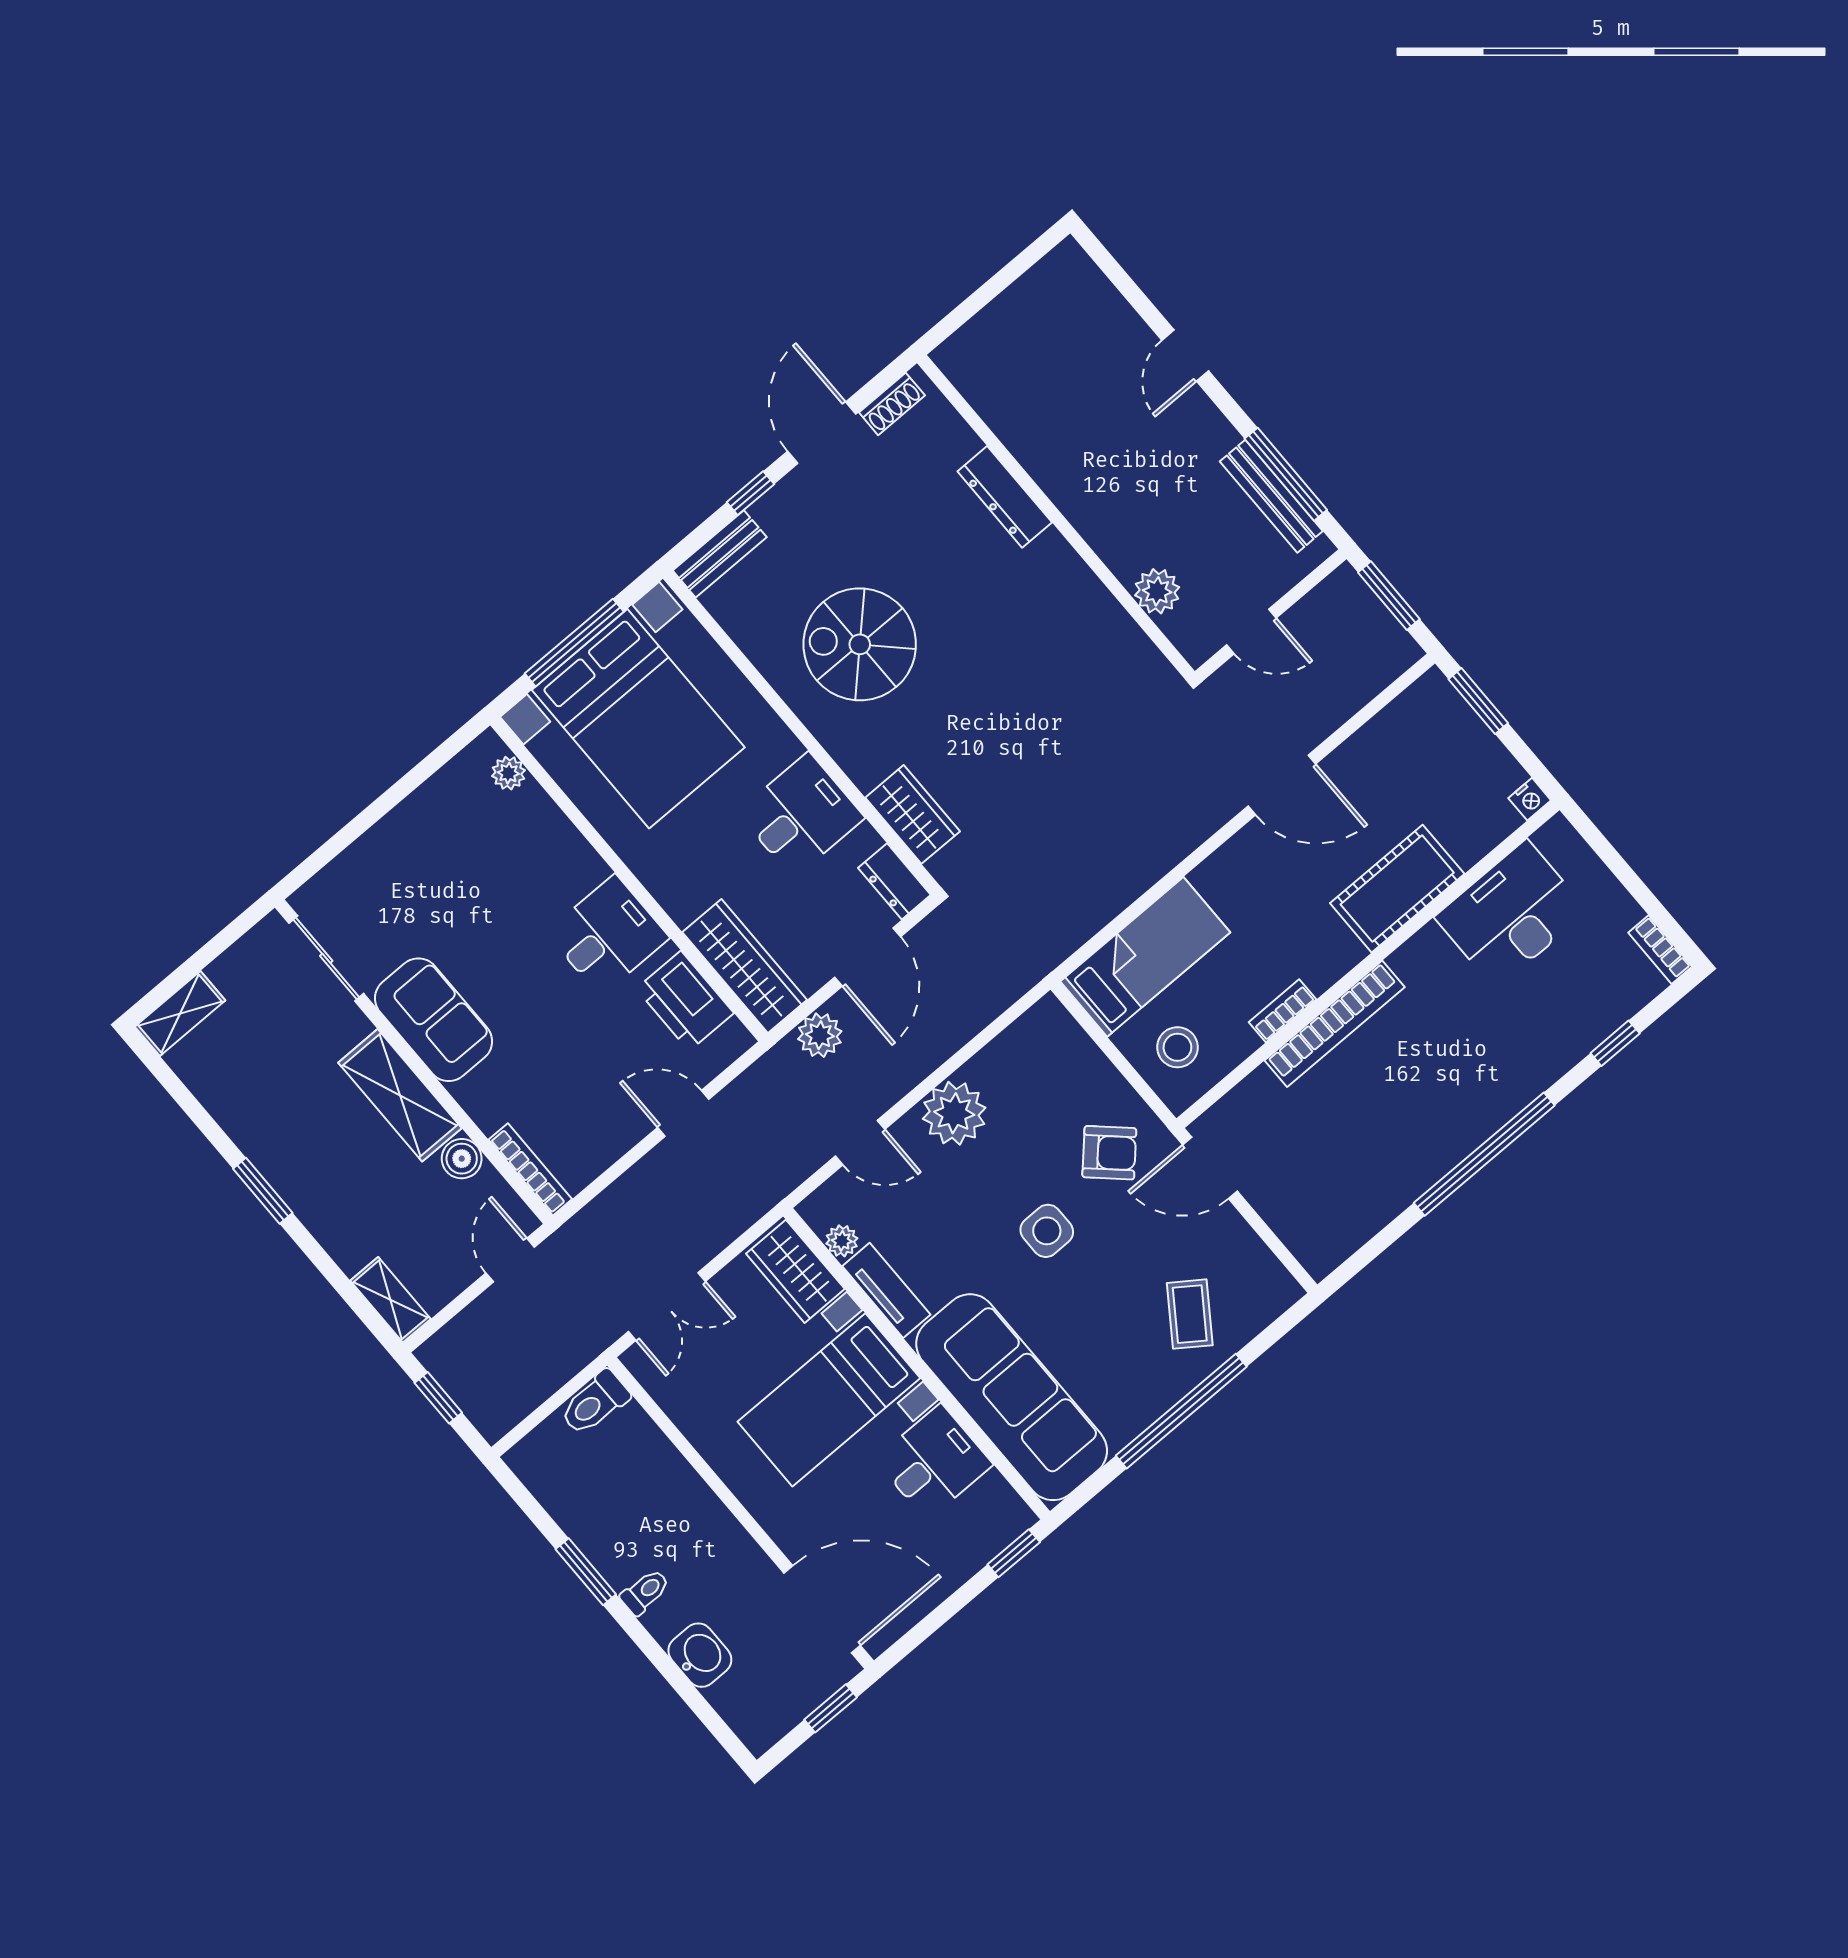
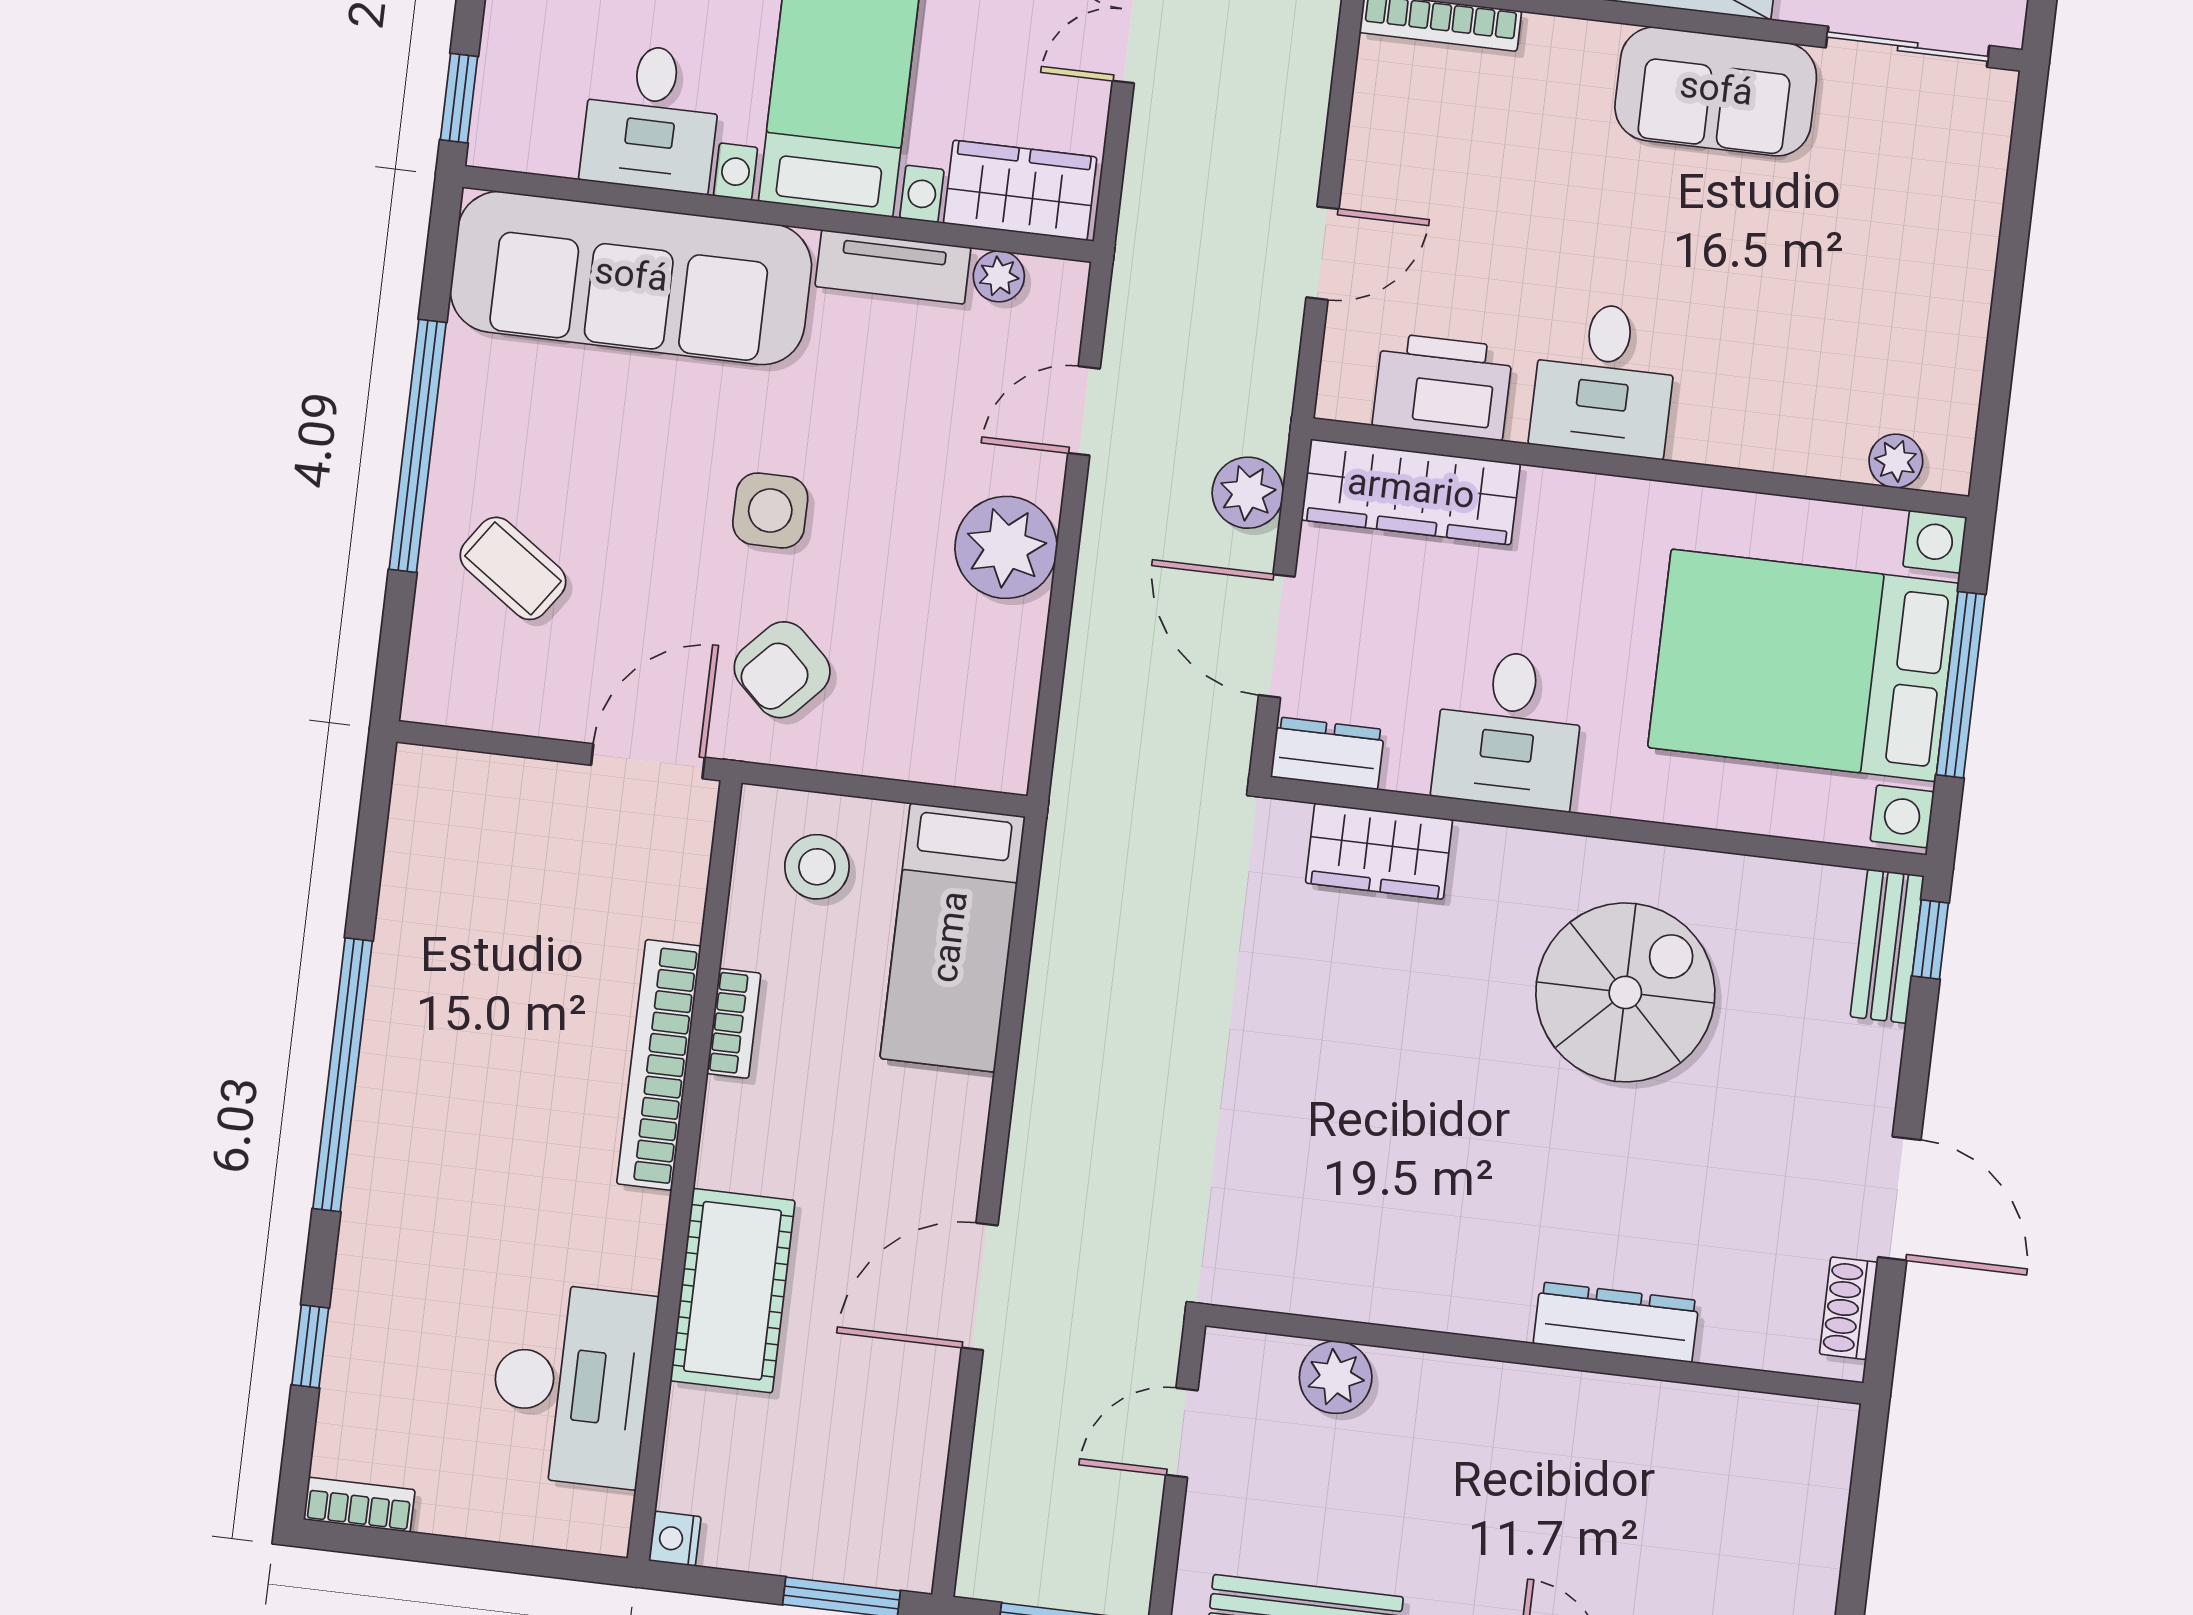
window: (750, 493) -> (1930, 940), moved

